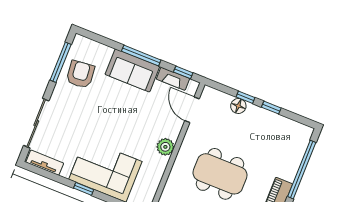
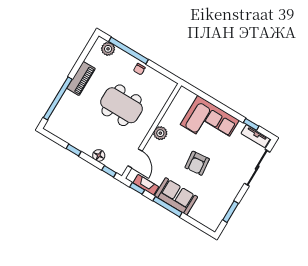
window: (61, 62) -> (231, 212), width x0.69
armchair: (80, 74) -> (197, 163), moved
window: (246, 97) -> (109, 171), moved
window: (84, 189) -> (251, 124), moved

